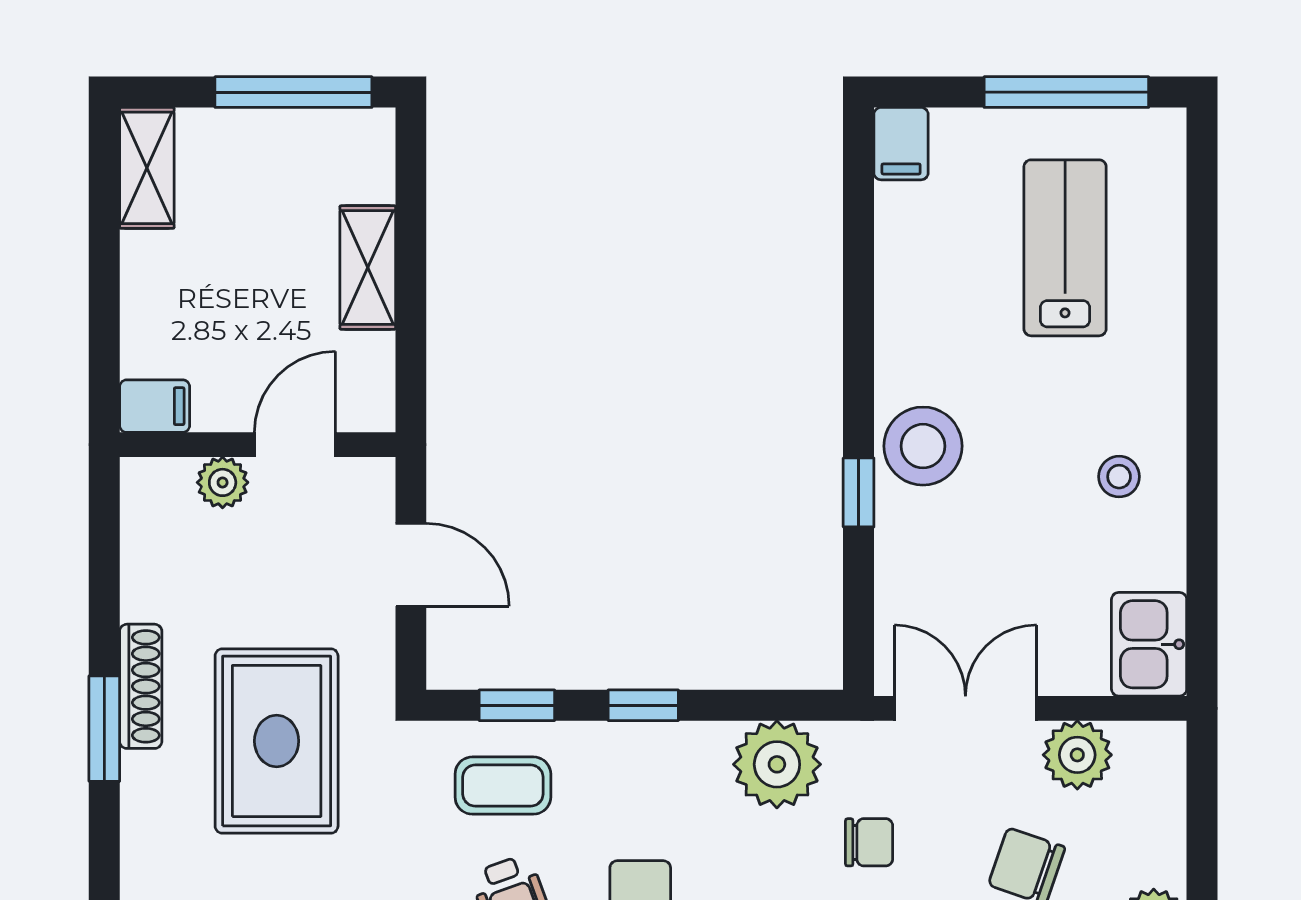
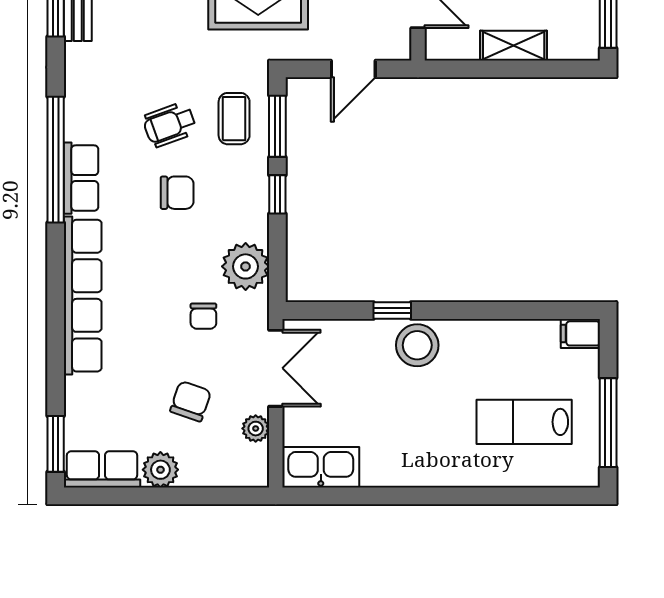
lab bench: (1065, 248) -> (524, 422), turned 180
stool: (1119, 477) -> (401, 451), removed
kitchen sink: (1149, 644) -> (321, 467), width x1.38
window: (517, 705) -> (277, 126), width x1.50
plant: (1077, 755) -> (256, 429), width x0.73, depth x0.73

